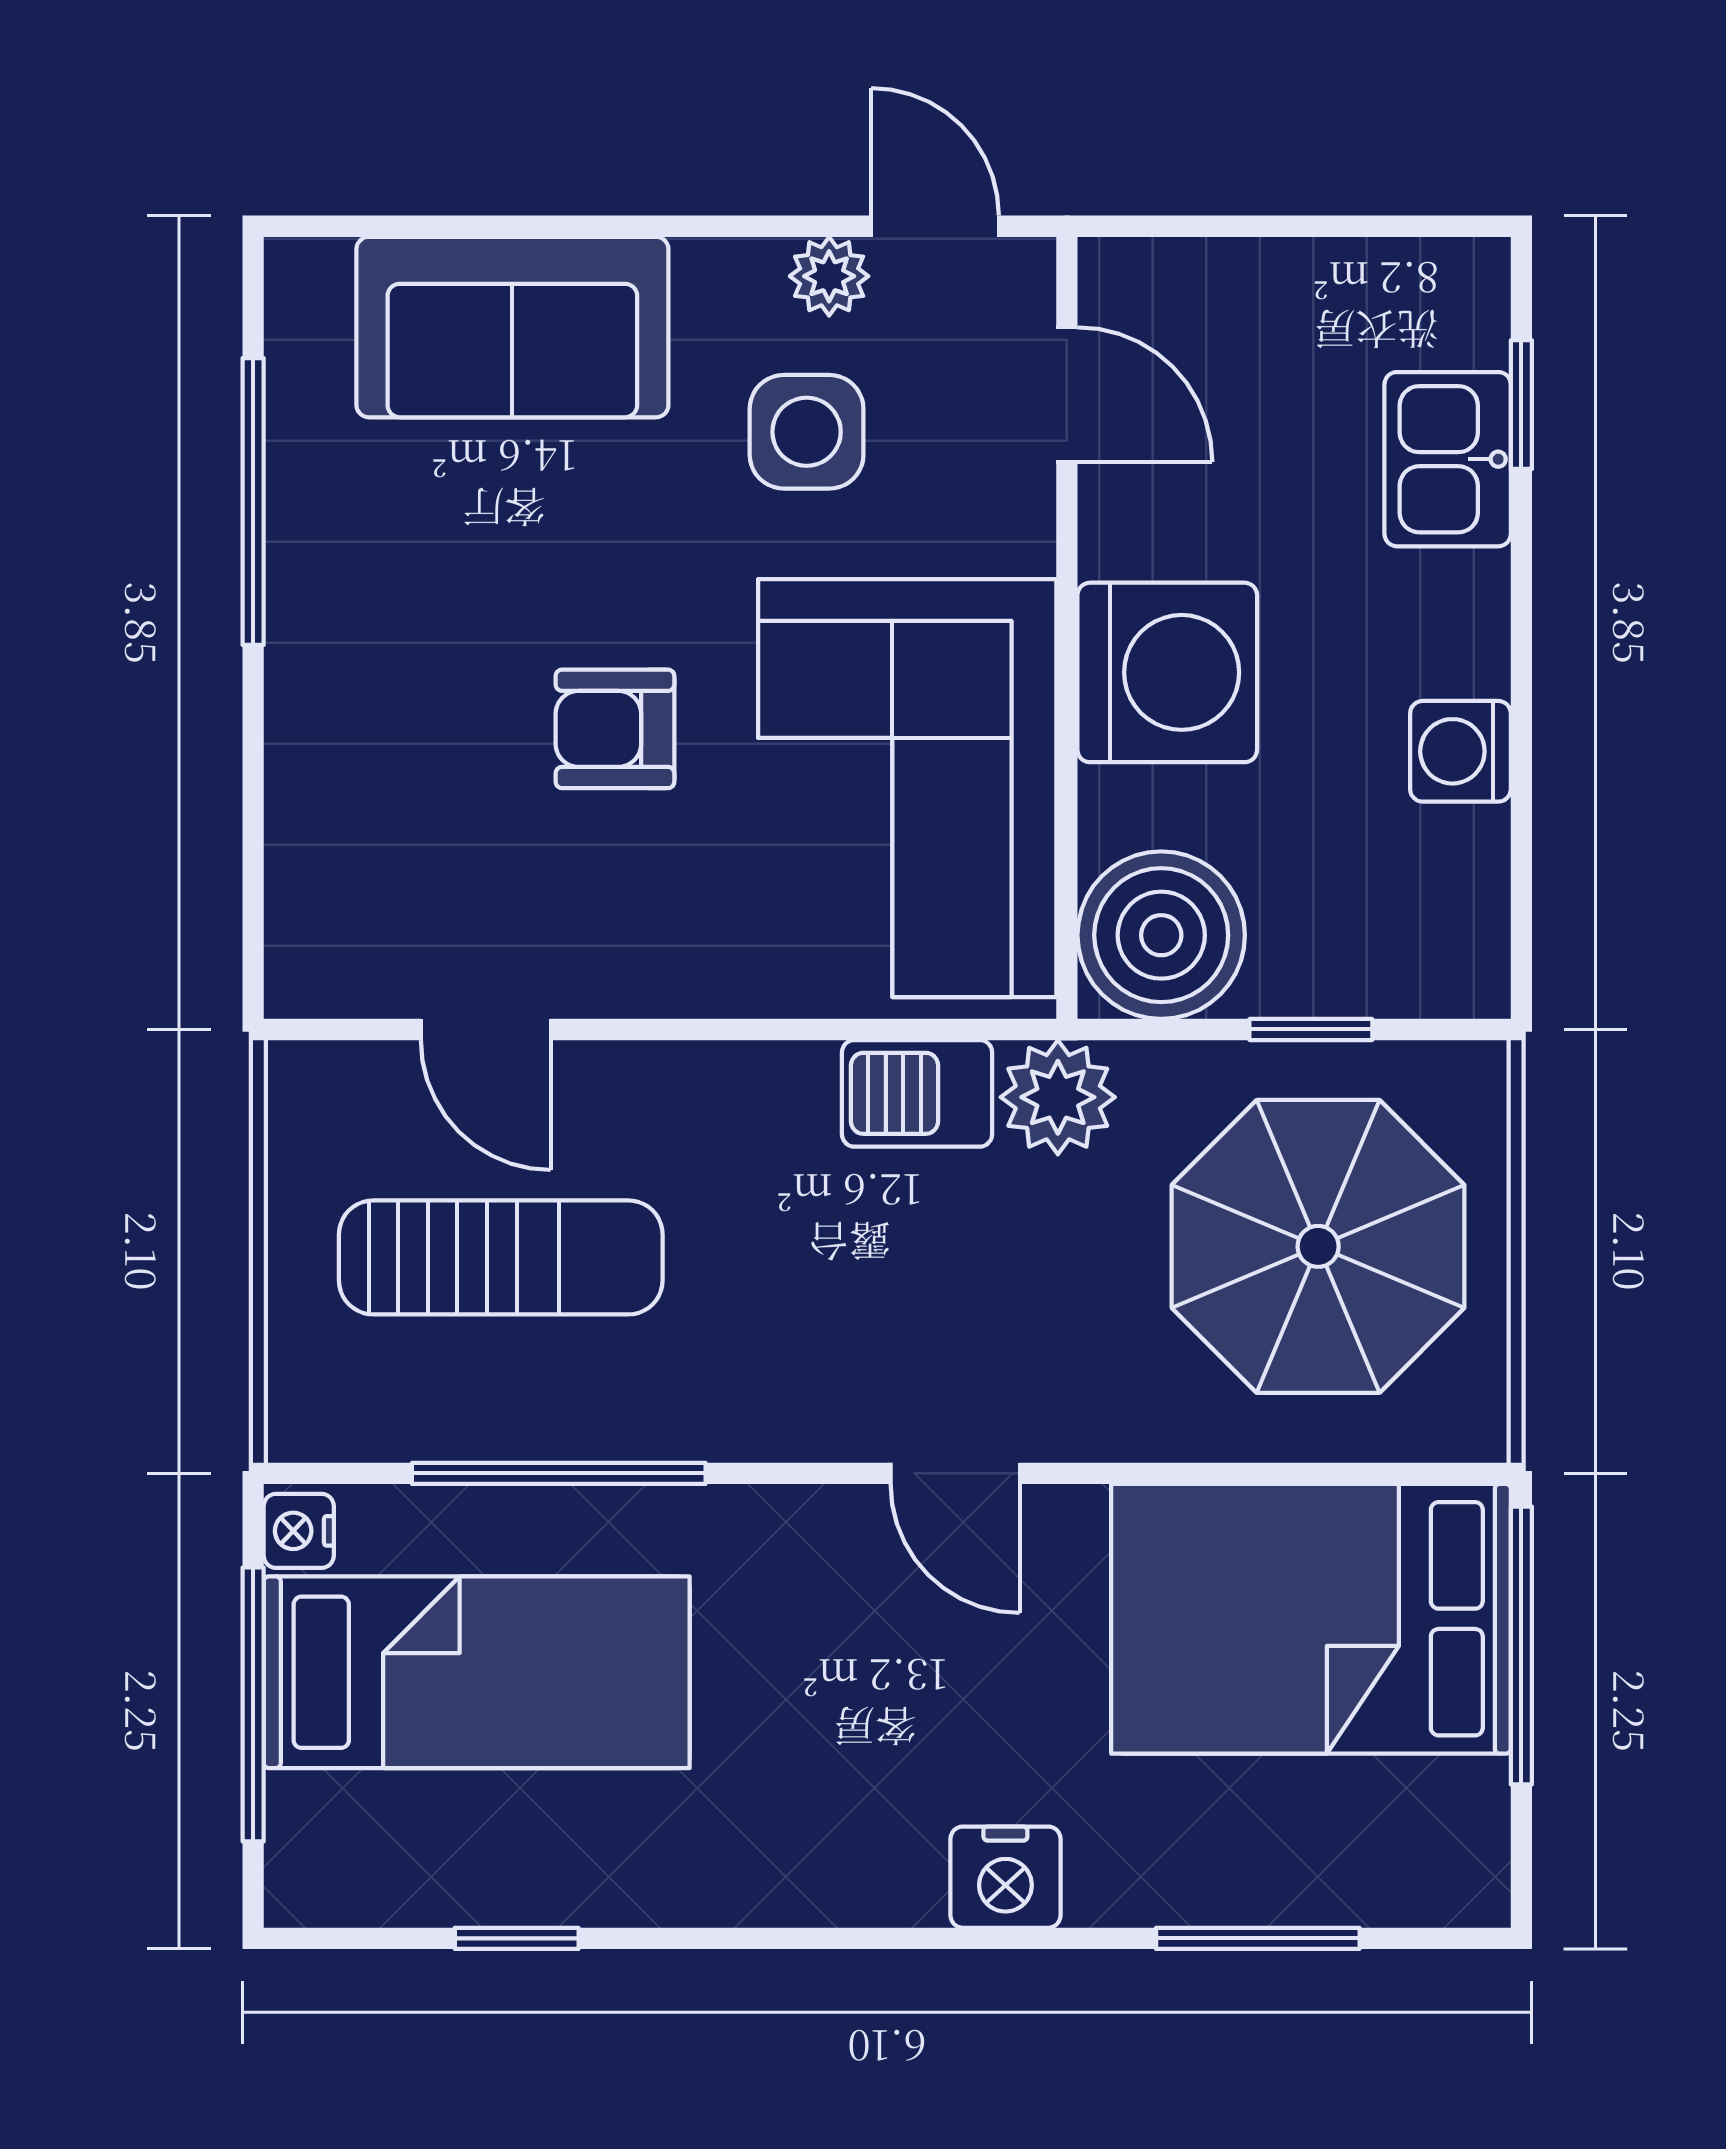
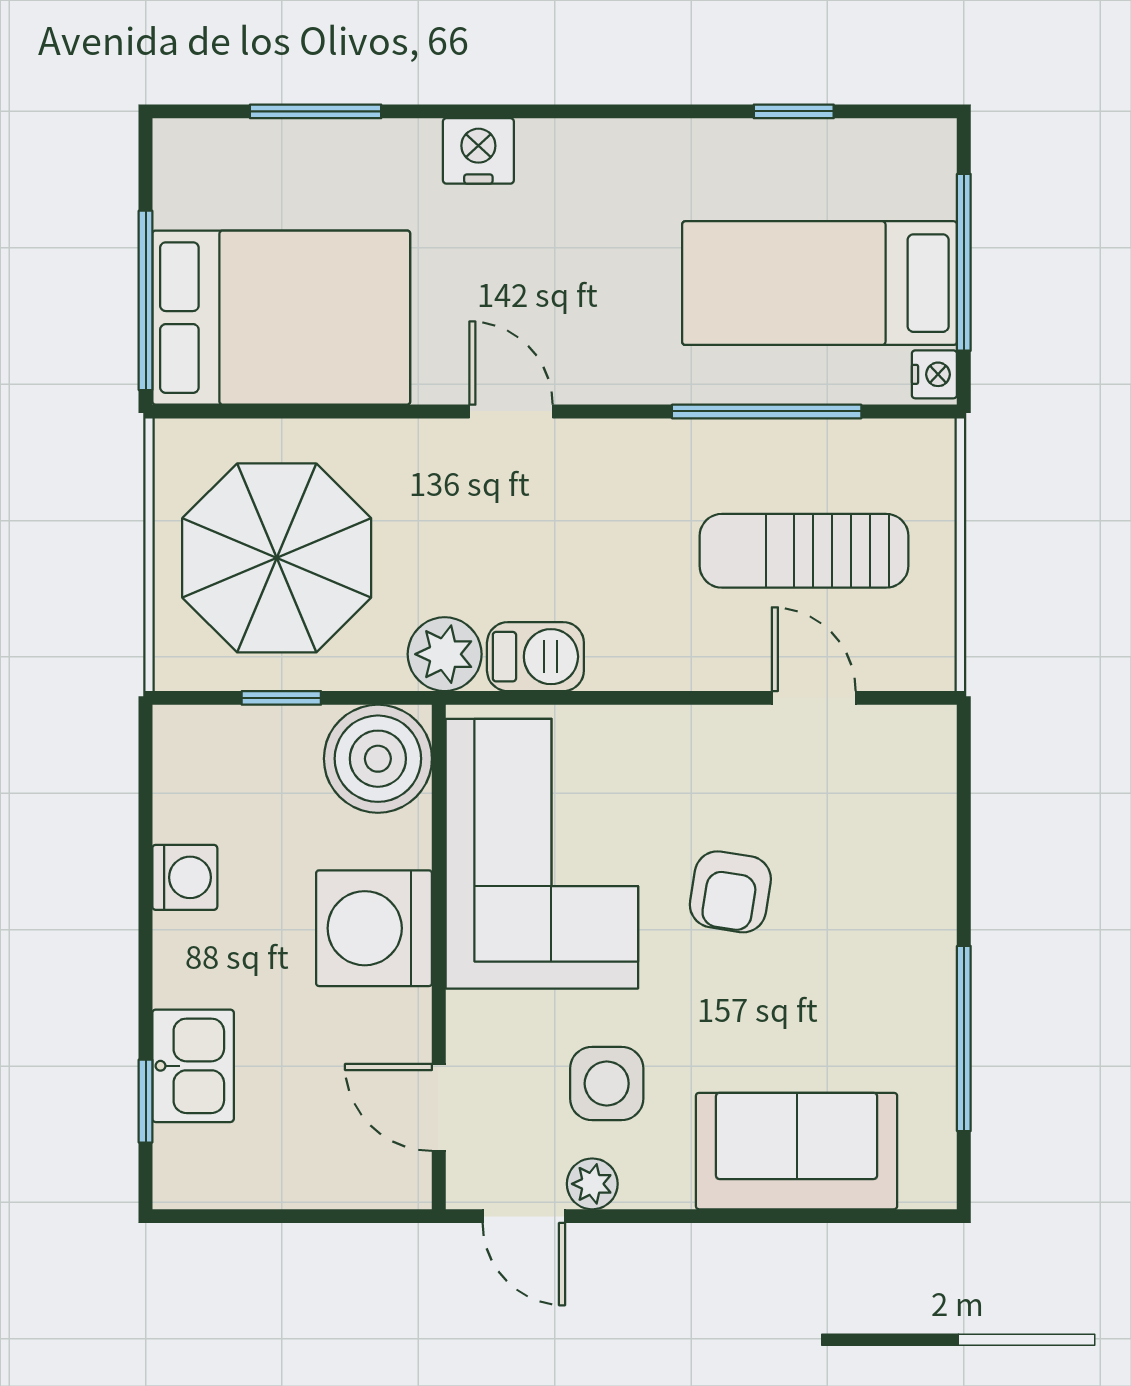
armchair: (615, 729) -> (730, 892), turned 99

